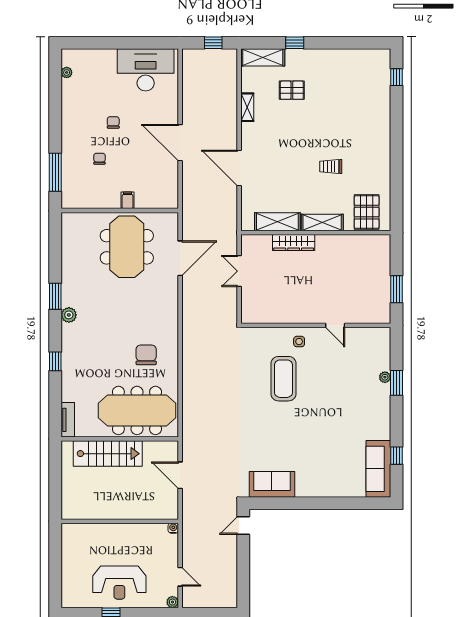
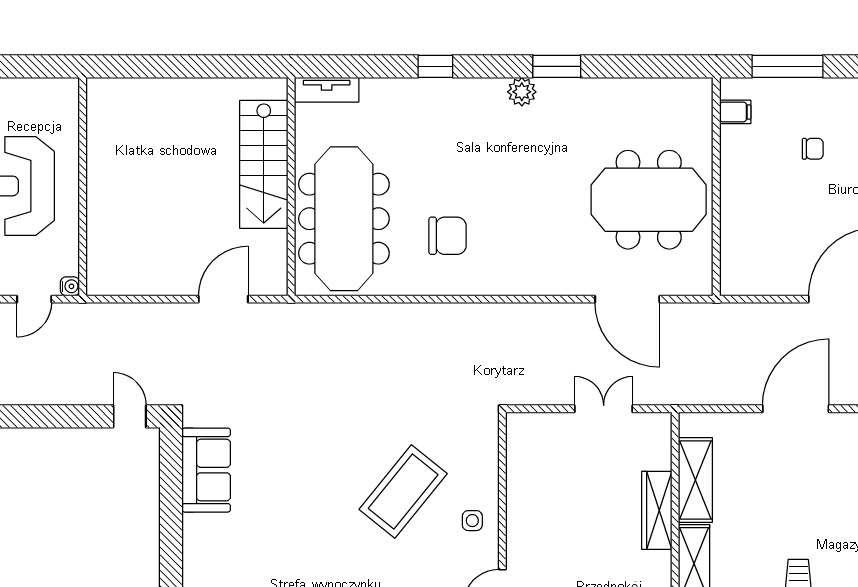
filing cabinet: (128, 200) -> (735, 112), moved
coffee table: (284, 379) -> (403, 492), turned -51
wall: (120, 521) -> (83, 187), moved
water cooler: (173, 528) -> (70, 286), moved

